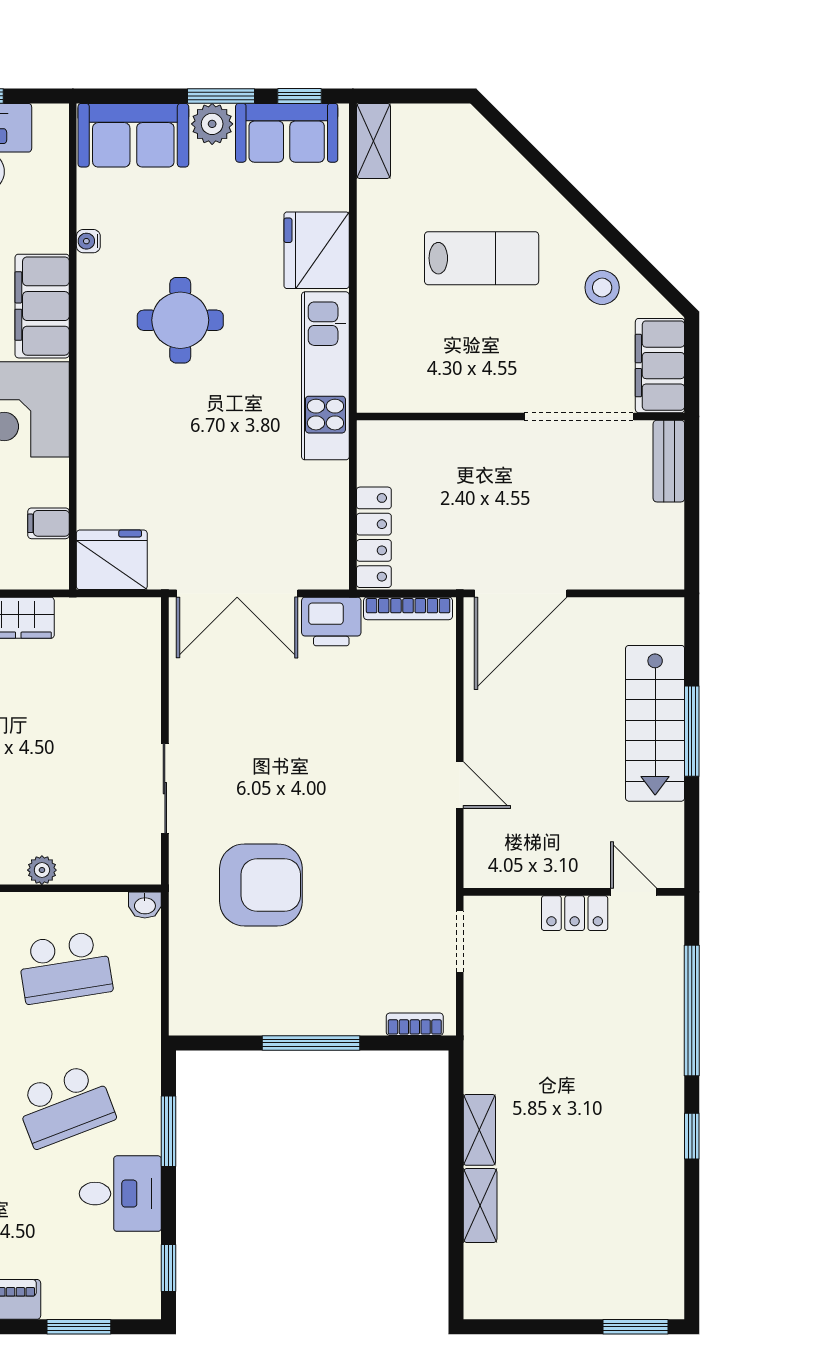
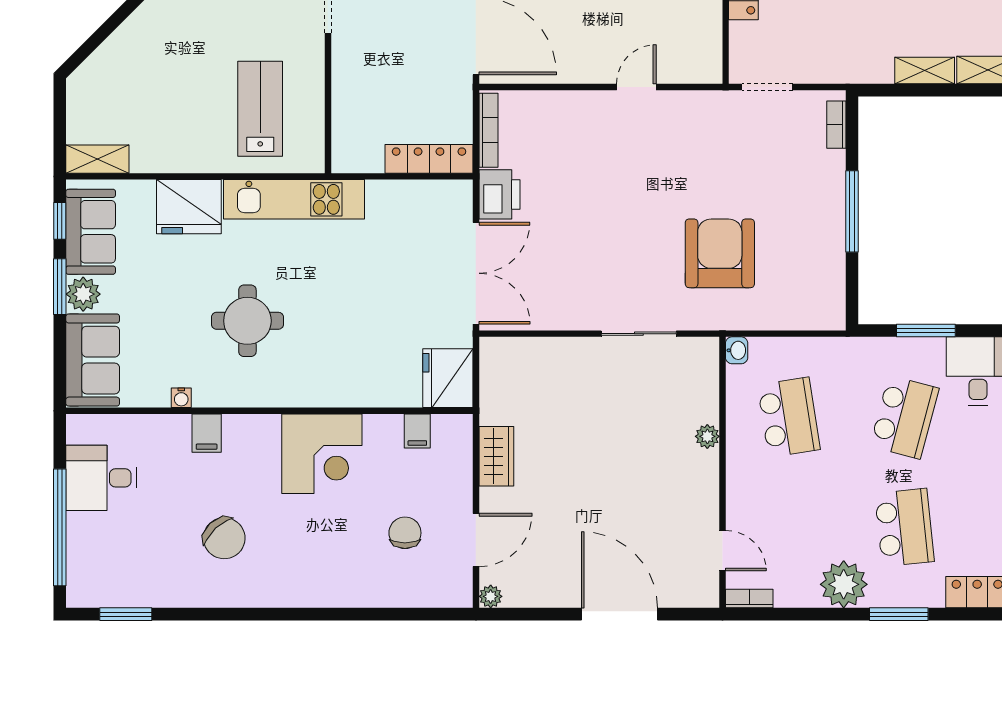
lab bench: (482, 258) -> (260, 109), moved
filing cabinet: (42, 306) -> (207, 433), width x0.33, depth x0.86
school desk: (65, 1106) -> (904, 417), turned 36

